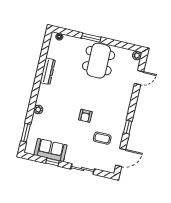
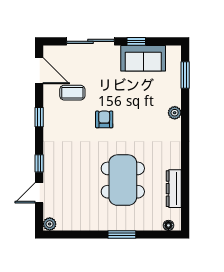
dining table: (99, 61) -> (123, 180), moved
dresser: (48, 71) -> (174, 189), moved
window: (135, 97) -> (39, 163), added
door: (121, 157) -> (39, 71), swing flipped
sliding door: (83, 169) -> (90, 41), width x1.37

